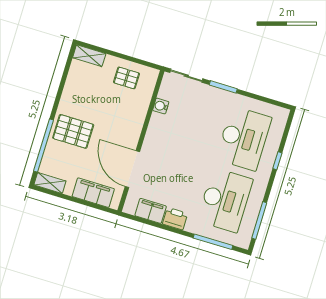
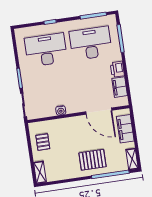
water cooler: (161, 106) -> (61, 110), moved
pallet: (73, 131) -> (93, 160), turned 90
door: (132, 169) -> (99, 111), hinge flipped

